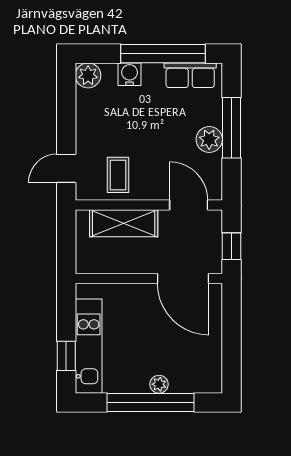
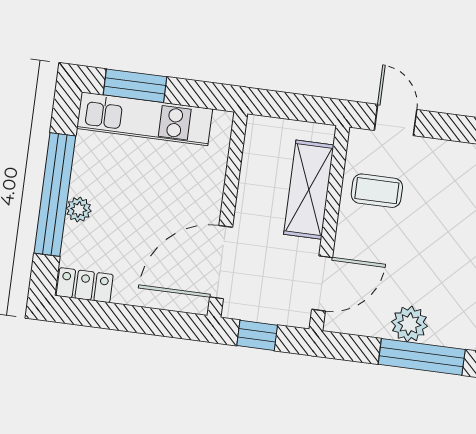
window: (66, 356) -> (135, 86), width x1.50
locker: (212, 373) -> (85, 285), added

